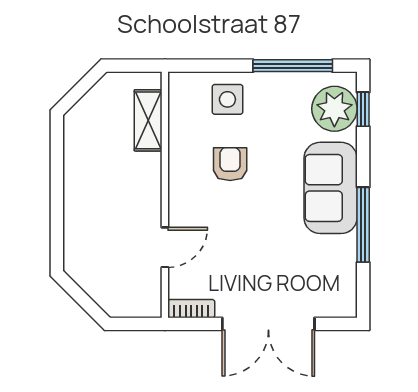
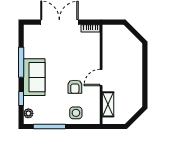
plant: (334, 109) -> (28, 113), width x0.53, depth x0.53
window: (363, 109) -> (21, 99), moved
door: (165, 247) -> (101, 78), moved

